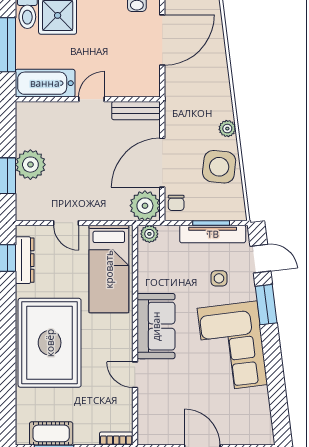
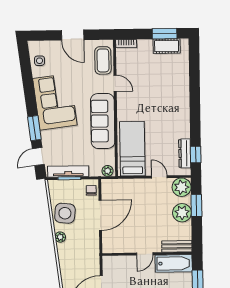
bench: (136, 111) -> (177, 246), moved
plant: (145, 206) -> (182, 187), moved
door: (260, 259) -> (38, 157), hinge flipped
side table: (219, 278) -> (40, 61), moved
sofa: (156, 326) -> (103, 121), width x1.36
rug: (50, 343) -> (168, 102), removed
coffee table: (154, 412) -> (103, 60), added

